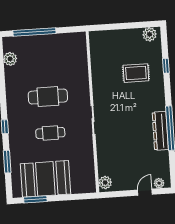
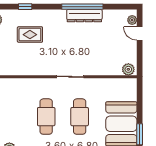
rug: (136, 73) -> (30, 35), turned 90
cafe table: (50, 133) -> (80, 117), width x1.37, depth x1.35

